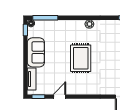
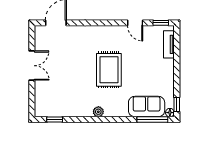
sofa: (36, 52) -> (147, 107), moved, turned 90
door: (59, 97) -> (135, 23), hinge flipped

